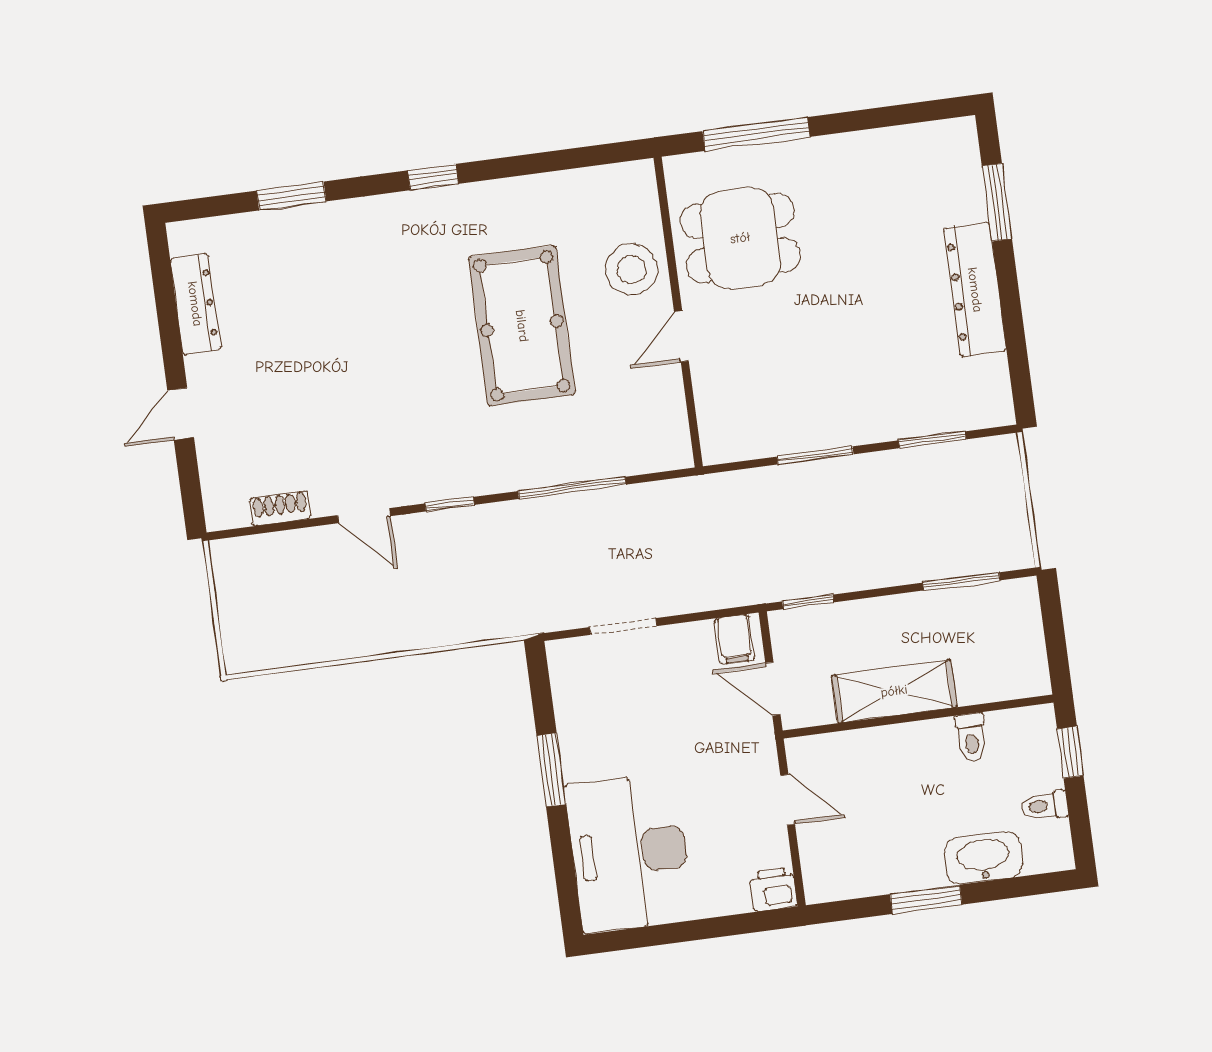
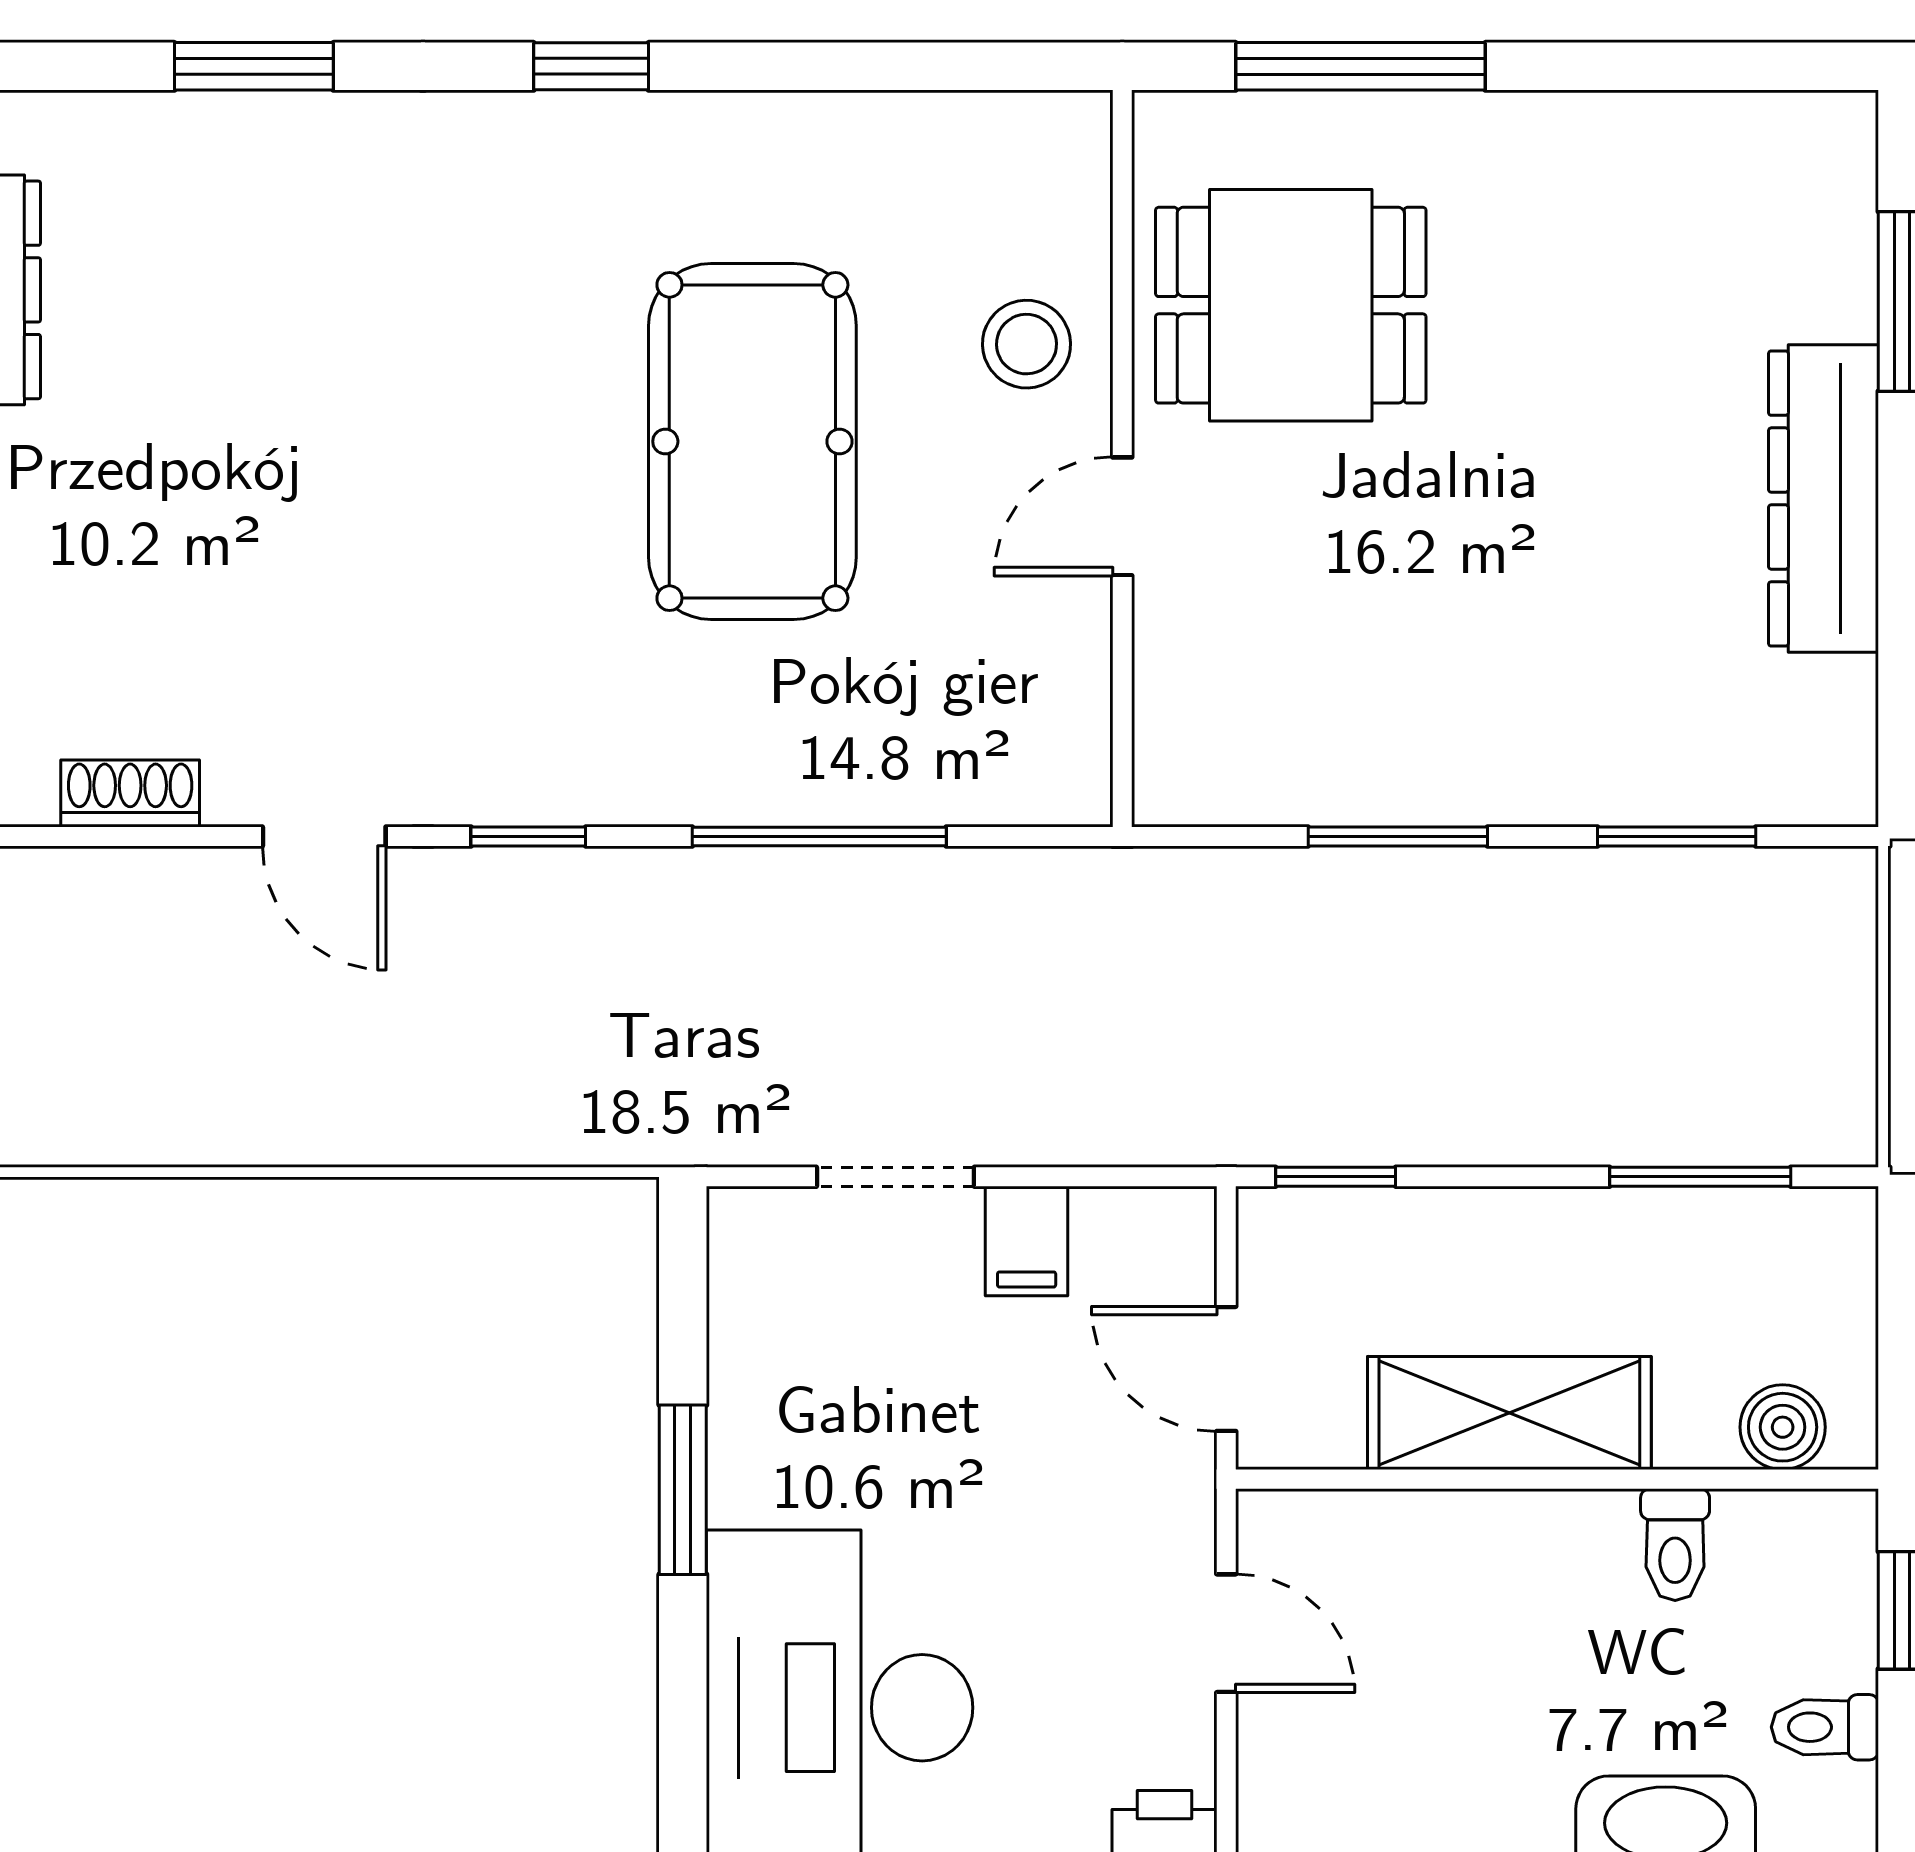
stool: (632, 269) -> (1027, 344), width x0.73, depth x0.73
filing cabinet: (734, 639) -> (1027, 1241), moved
boiler: (1010, 682) -> (1783, 1427), added

